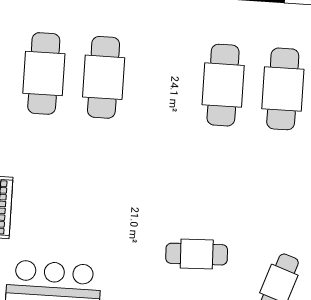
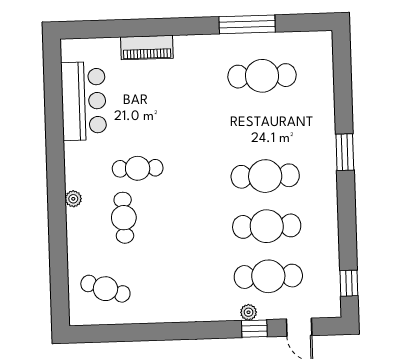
cafe table: (104, 77) -> (265, 176), moved
cafe table: (139, 232) -> (138, 168), added

